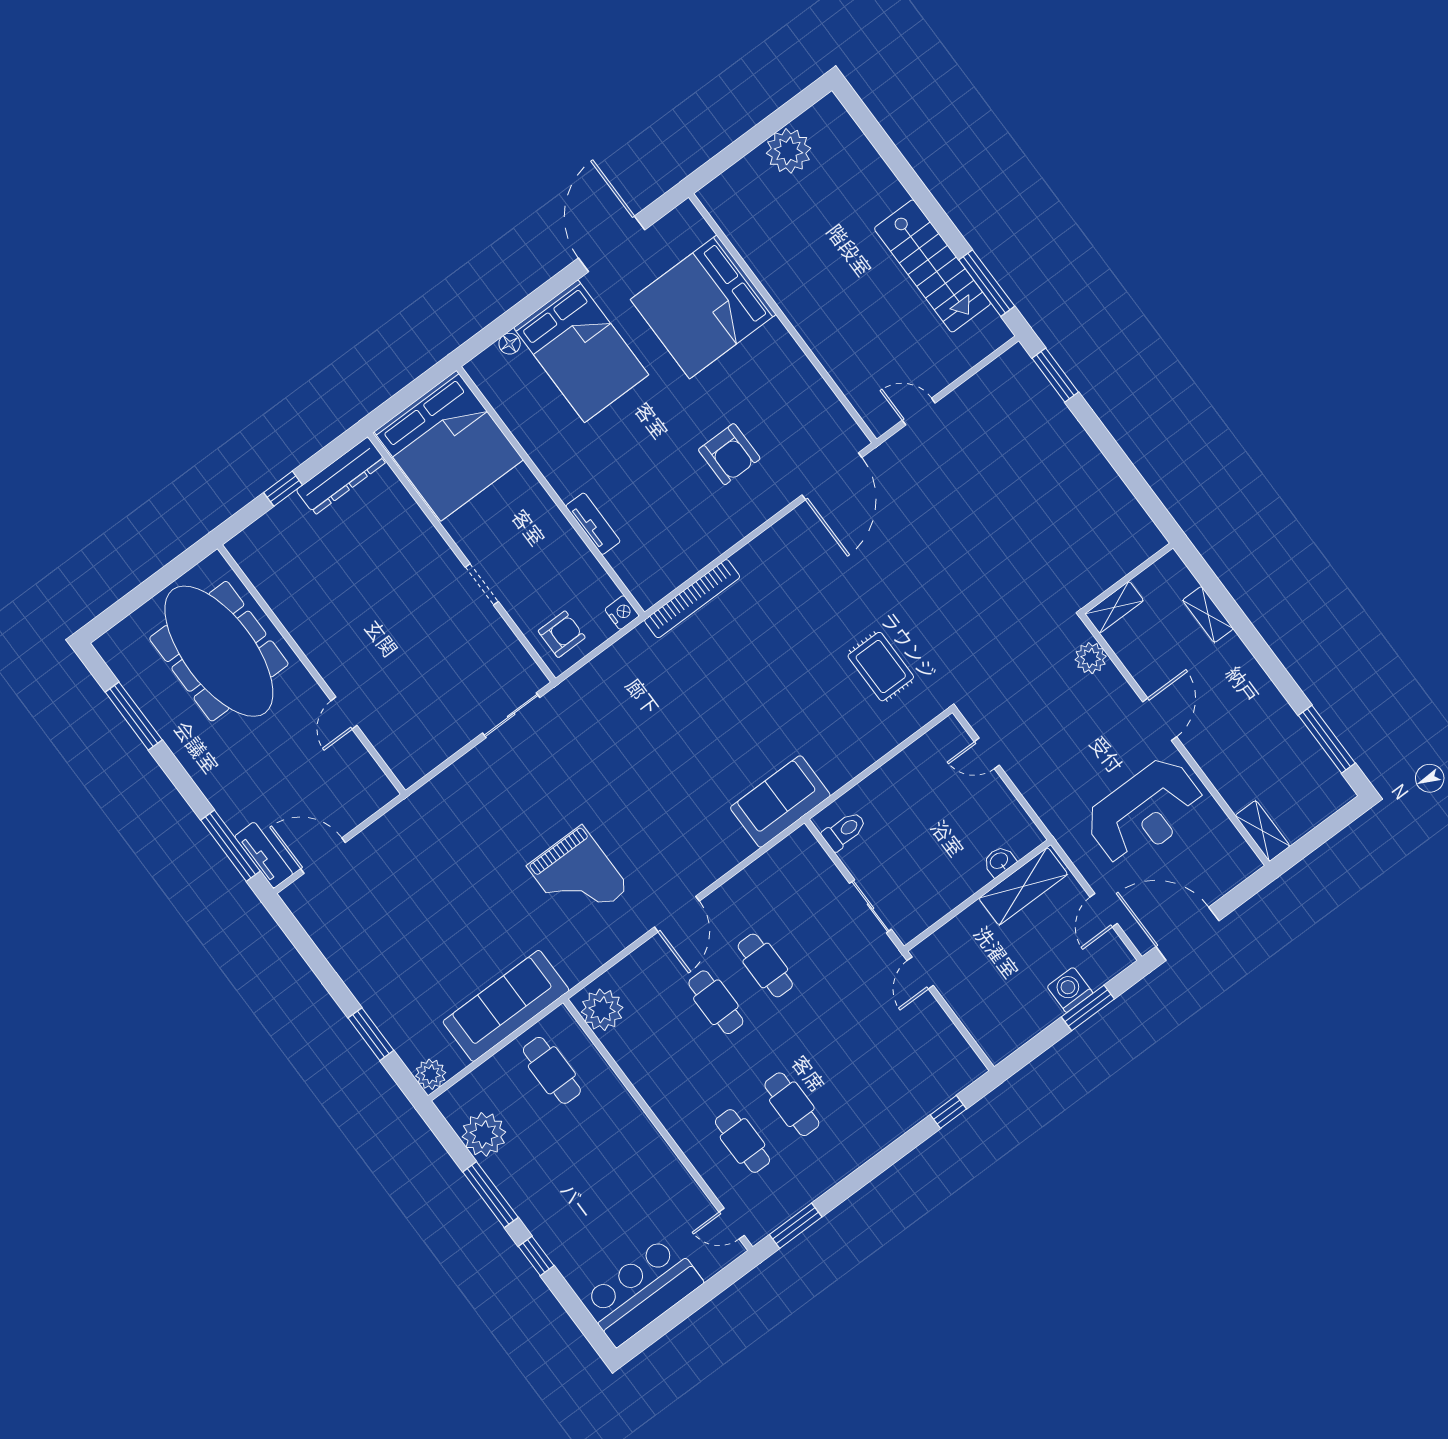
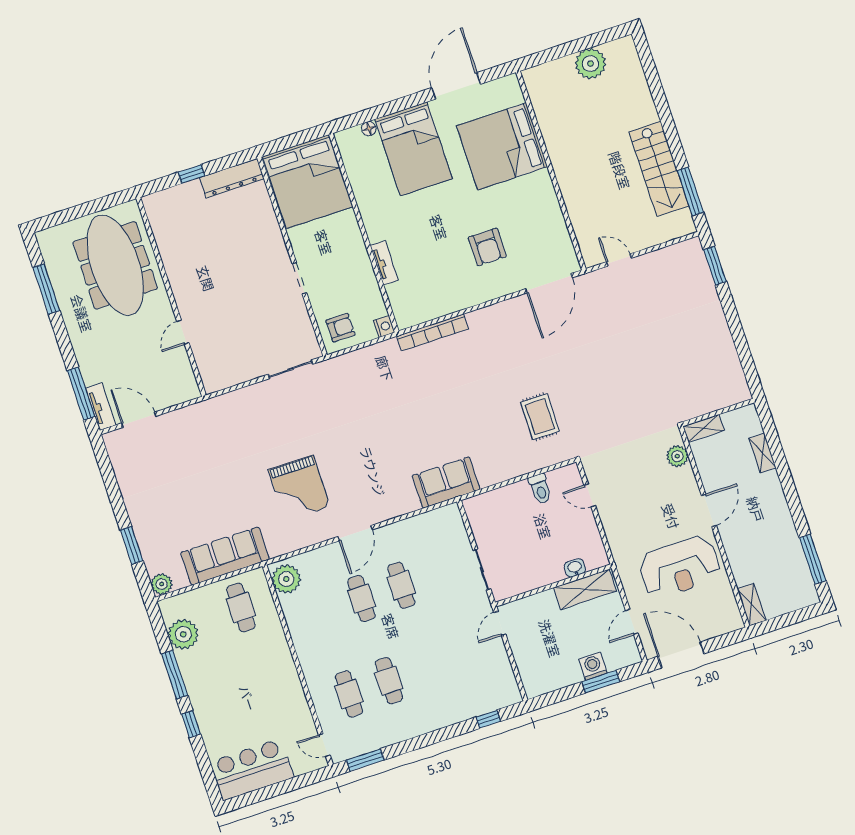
toilet: (844, 831) -> (540, 489), moved, turned 90

